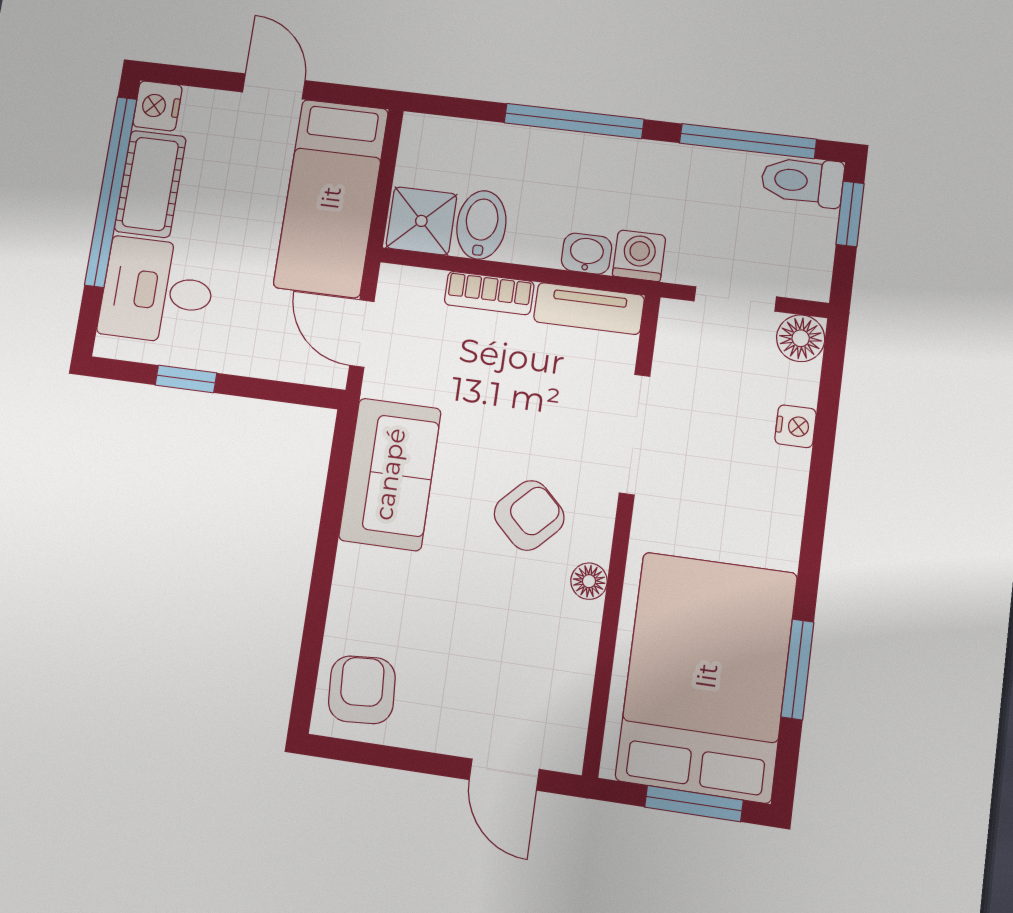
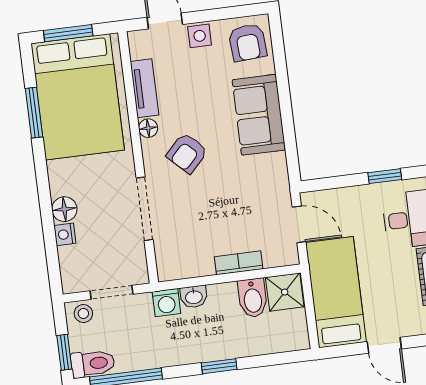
window: (574, 121) -> (219, 366), width x0.46
stool: (797, 274) -> (83, 313), added
tv unit: (589, 308) -> (145, 88), moved, turned 90
floor lamp: (801, 338) -> (64, 209), moved
sofa: (390, 474) -> (259, 115), moved
side table: (447, 728) -> (200, 36), added

